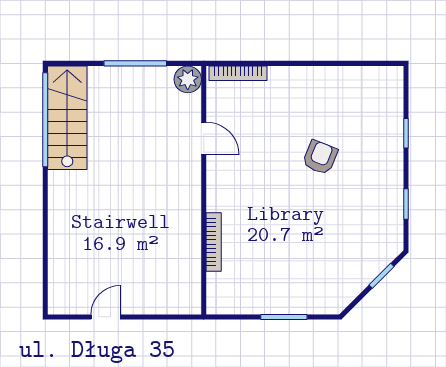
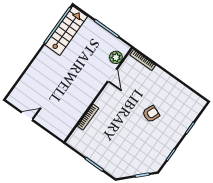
plant: (188, 79) -> (116, 57), moved

